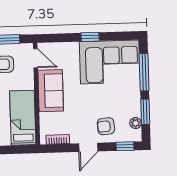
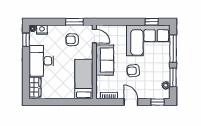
window: (90, 37) -> (152, 22), moved
armchair: (106, 126) -> (133, 71), moved
door: (88, 147) -> (131, 102), swing flipped

